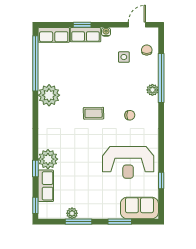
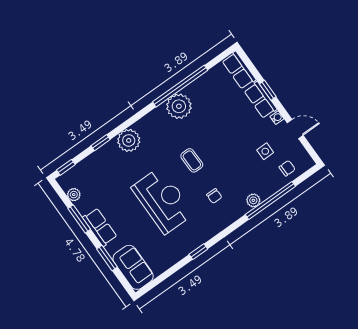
door: (137, 25) -> (295, 129), moved
window: (35, 63) -> (180, 86), moved
plant: (48, 159) -> (129, 140), moved
reception desk: (128, 162) -> (163, 201), moved, turned 180
window: (161, 180) -> (198, 252), moved
row of seats: (46, 186) -> (100, 227), moved, turned -90
plant: (72, 213) -> (74, 195), moved

